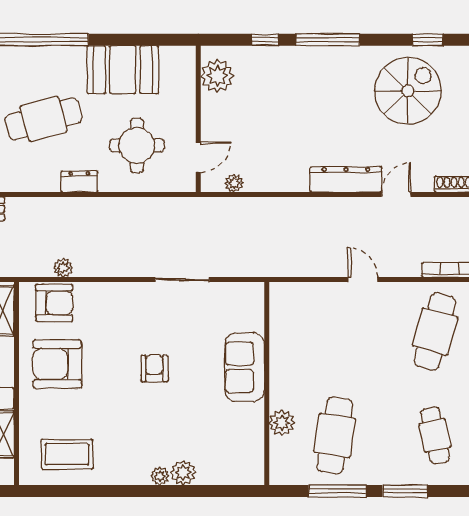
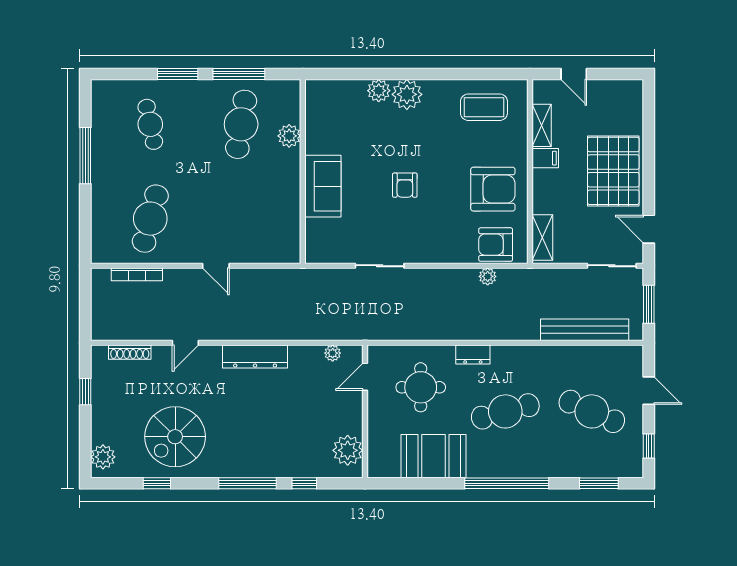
dresser: (346, 179) -> (255, 357), moved
plant: (160, 476) -> (407, 94), width x1.88, depth x1.88

